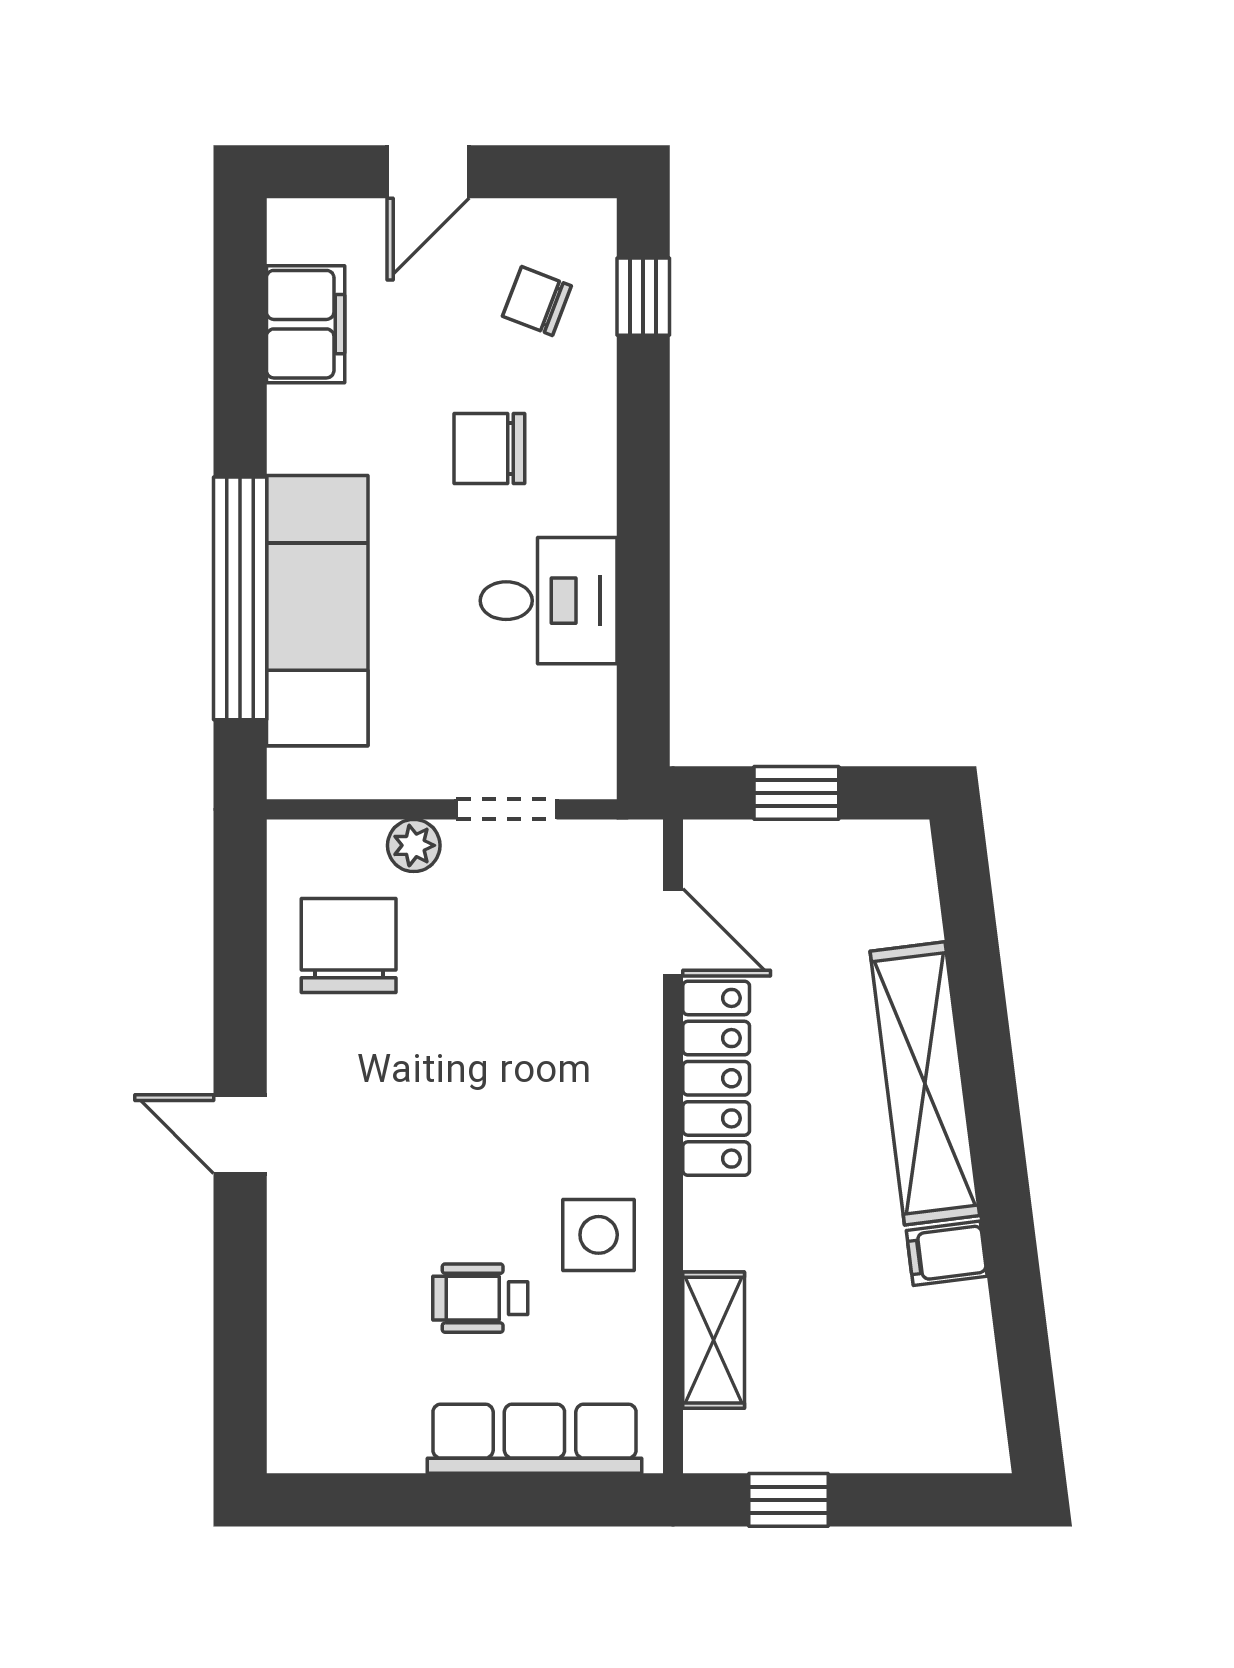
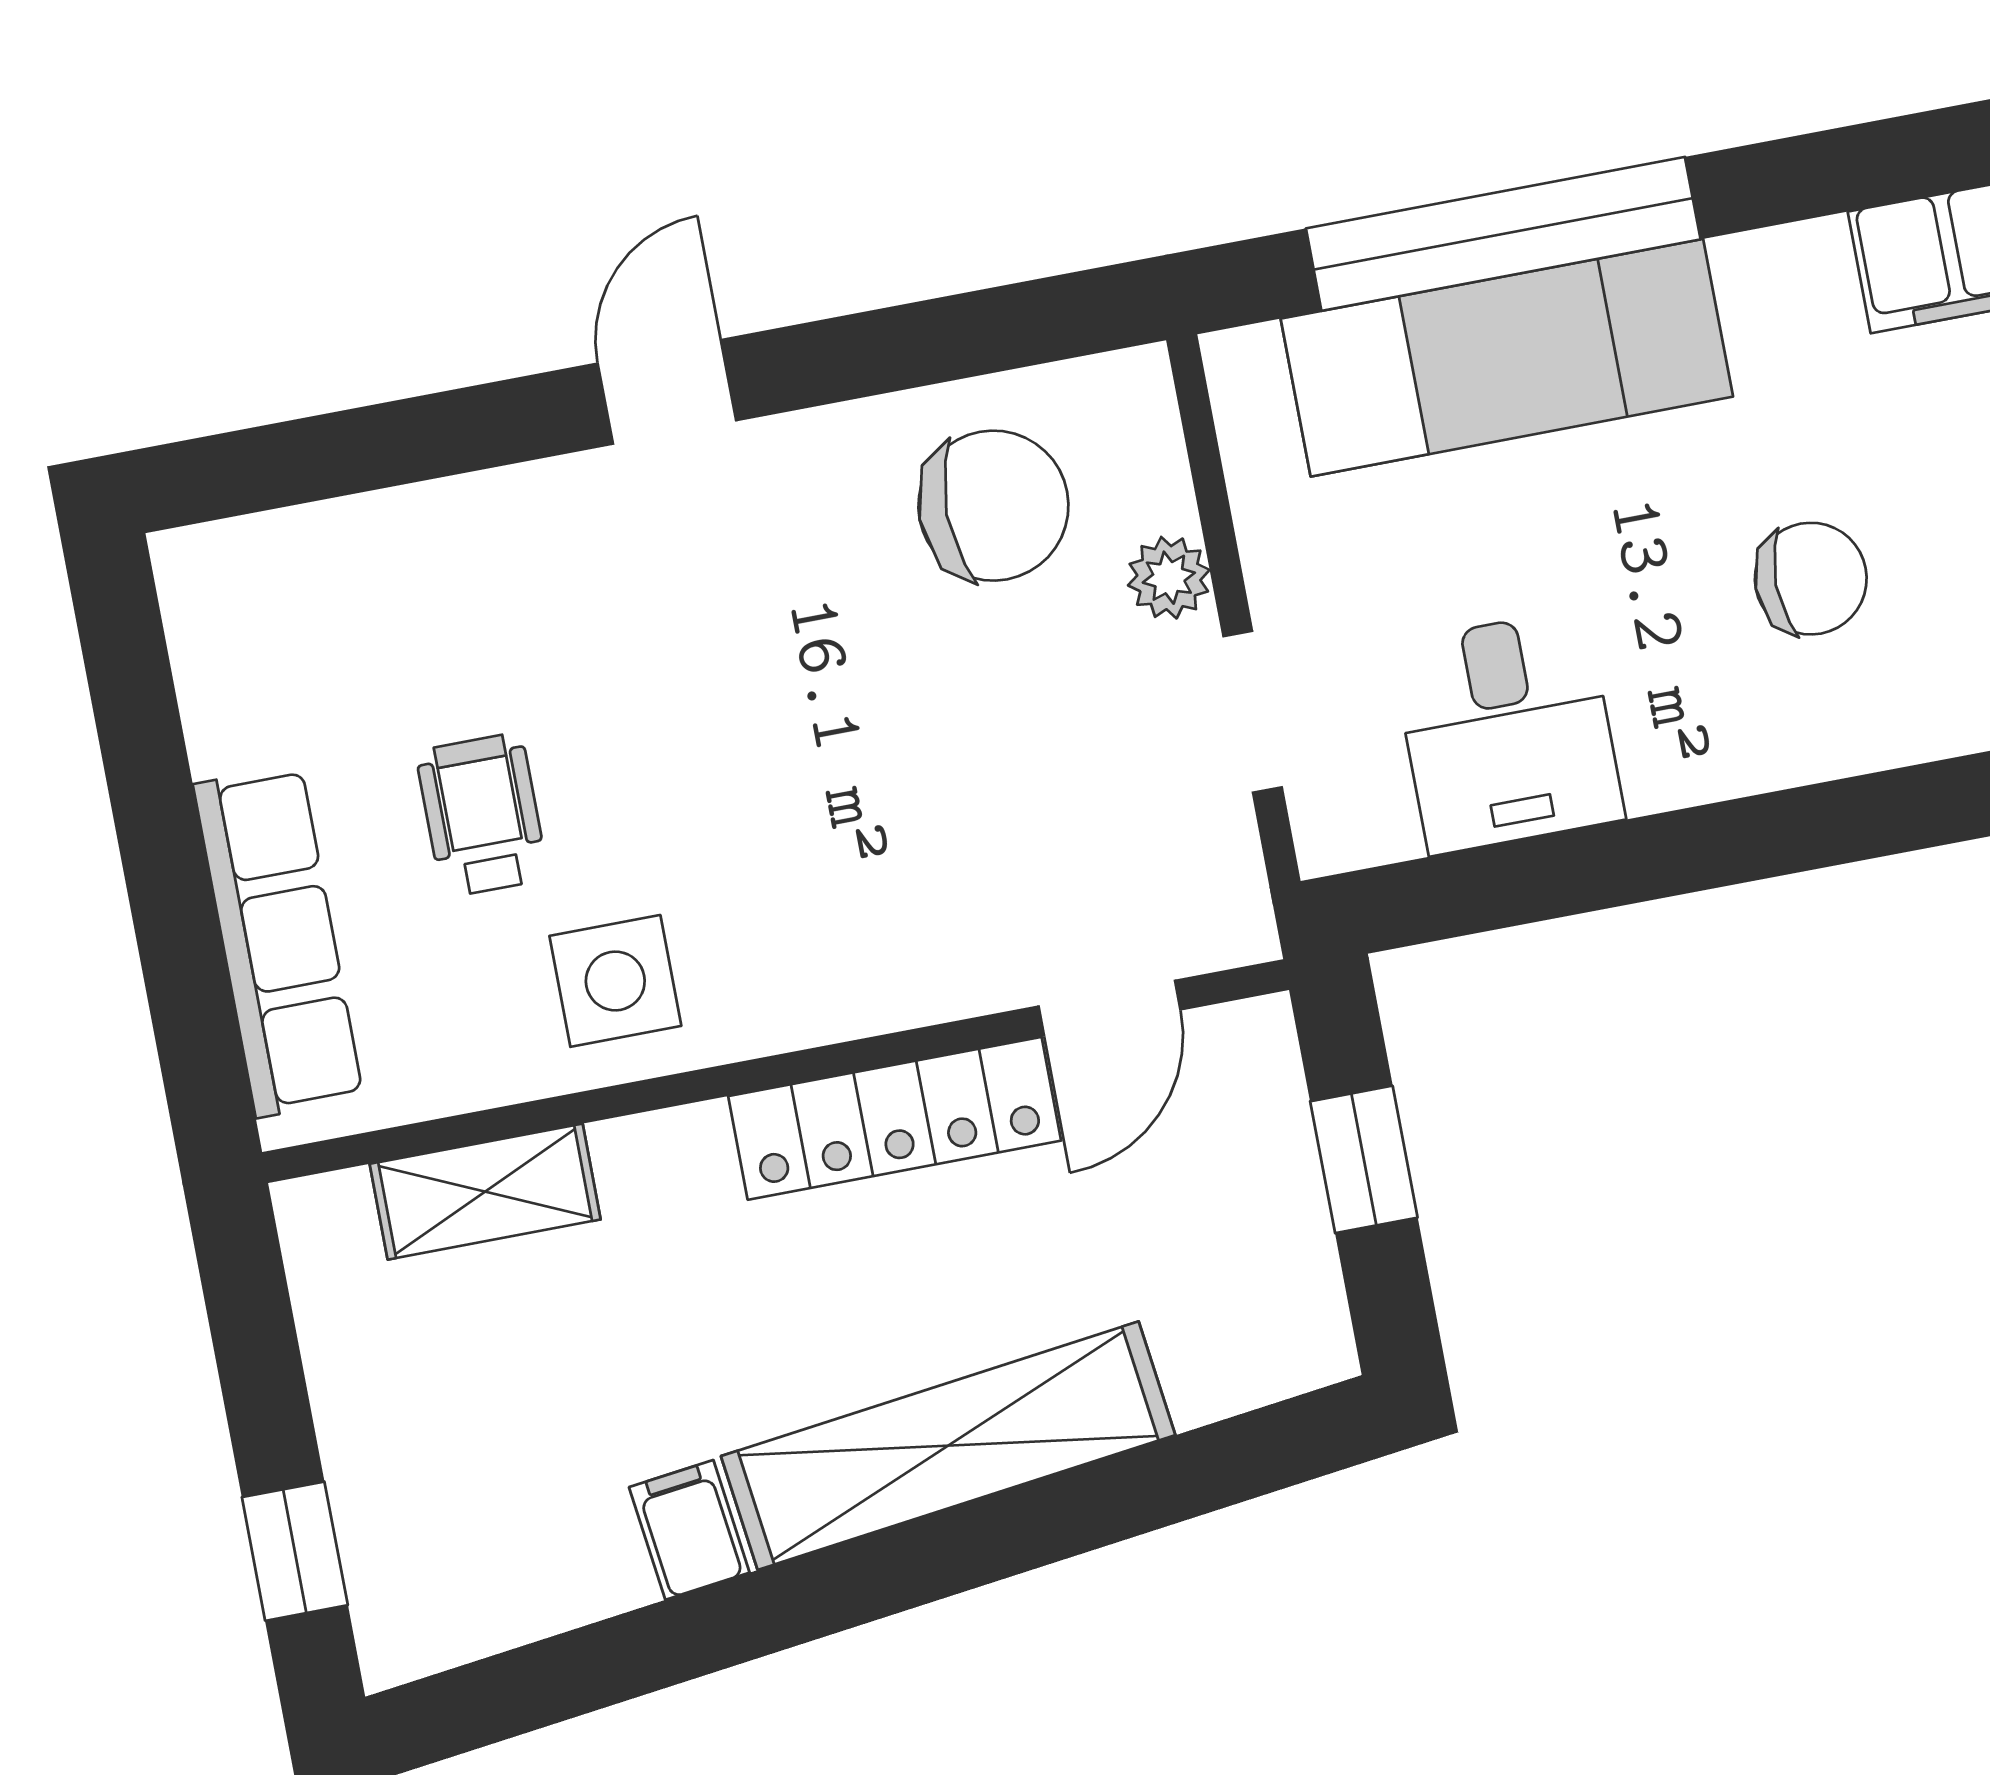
chair: (489, 448) -> (1811, 579), turned 90
desk: (549, 601) -> (1507, 732), moved
window: (788, 1500) -> (295, 1551), moved

